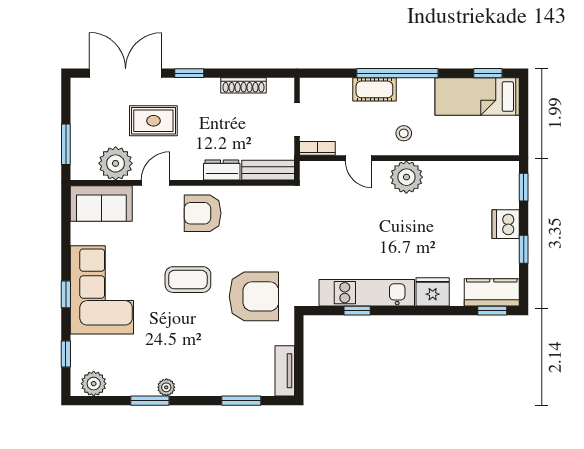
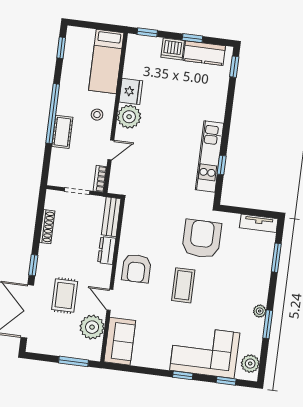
bed: (477, 97) -> (106, 61), moved
corner sofa: (102, 290) -> (205, 352), moved
fridge: (433, 292) -> (131, 91), moved, turned 180
kitchen counter: (492, 292) -> (204, 53), moved, turned -90

